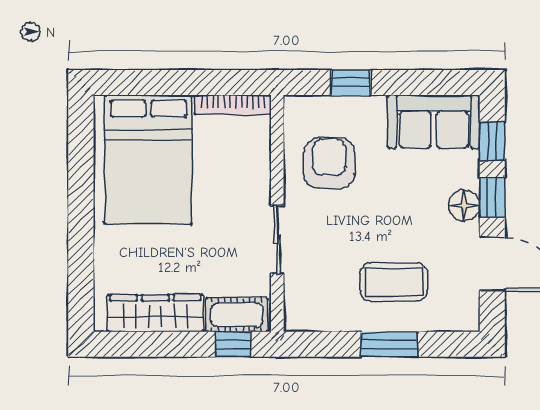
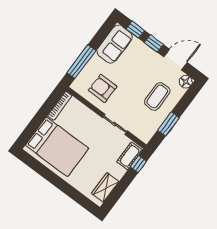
window: (351, 83) -> (81, 62), width x2.17
floor lamp: (464, 205) -> (186, 82), moved
wardrobe: (155, 313) -> (105, 187), width x0.67
window: (389, 344) -> (168, 124), moved

